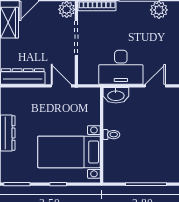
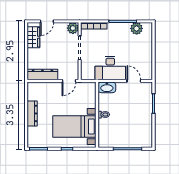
door: (61, 86) -> (69, 81), swing flipped
door: (155, 86) -> (134, 81), hinge flipped

